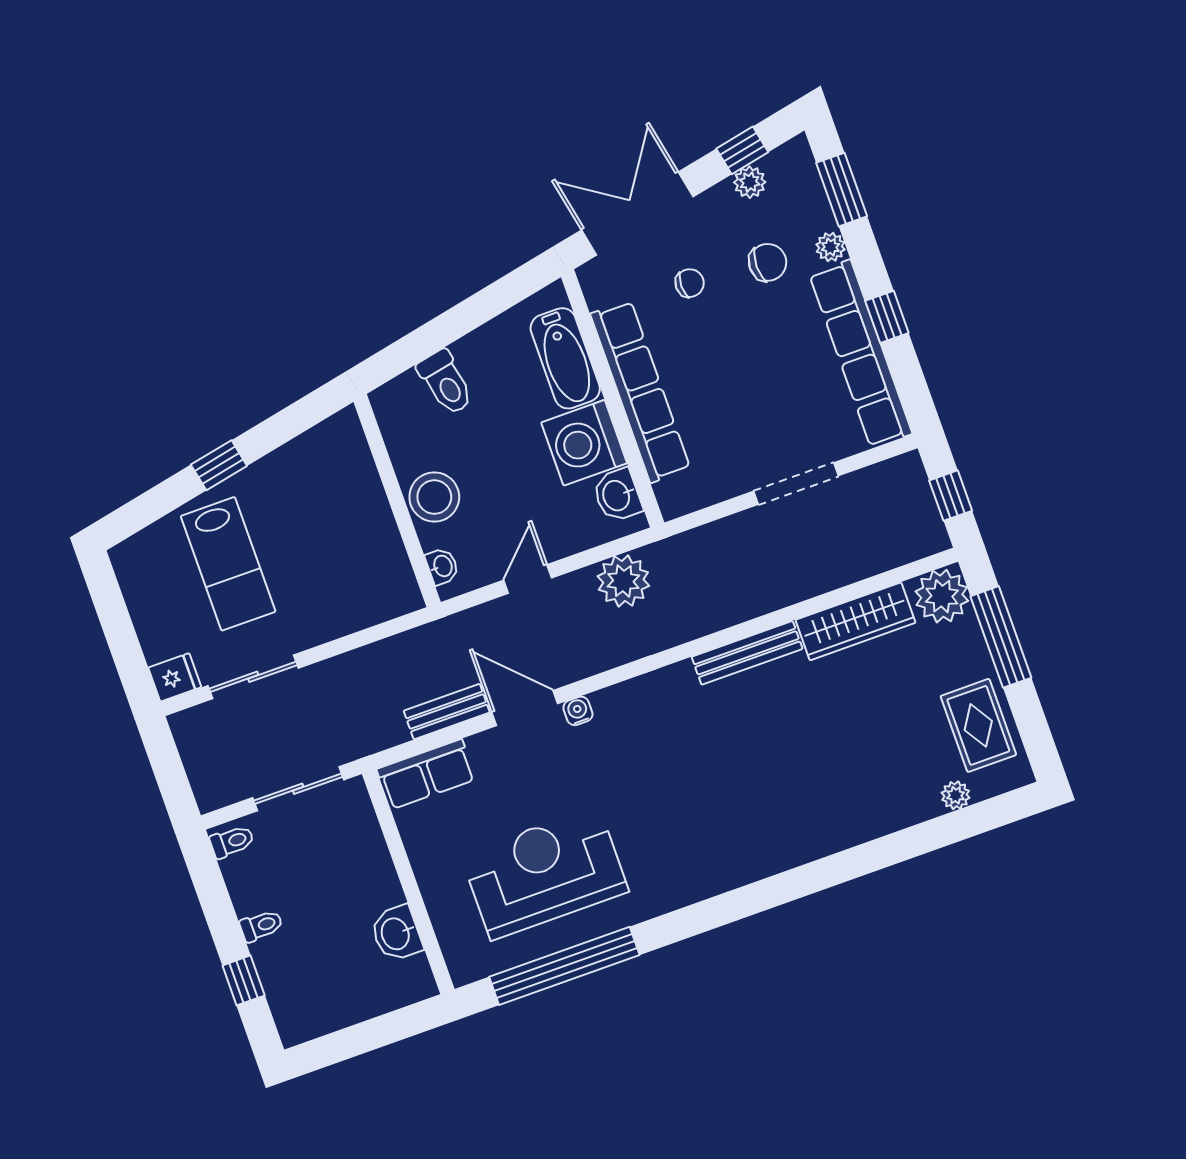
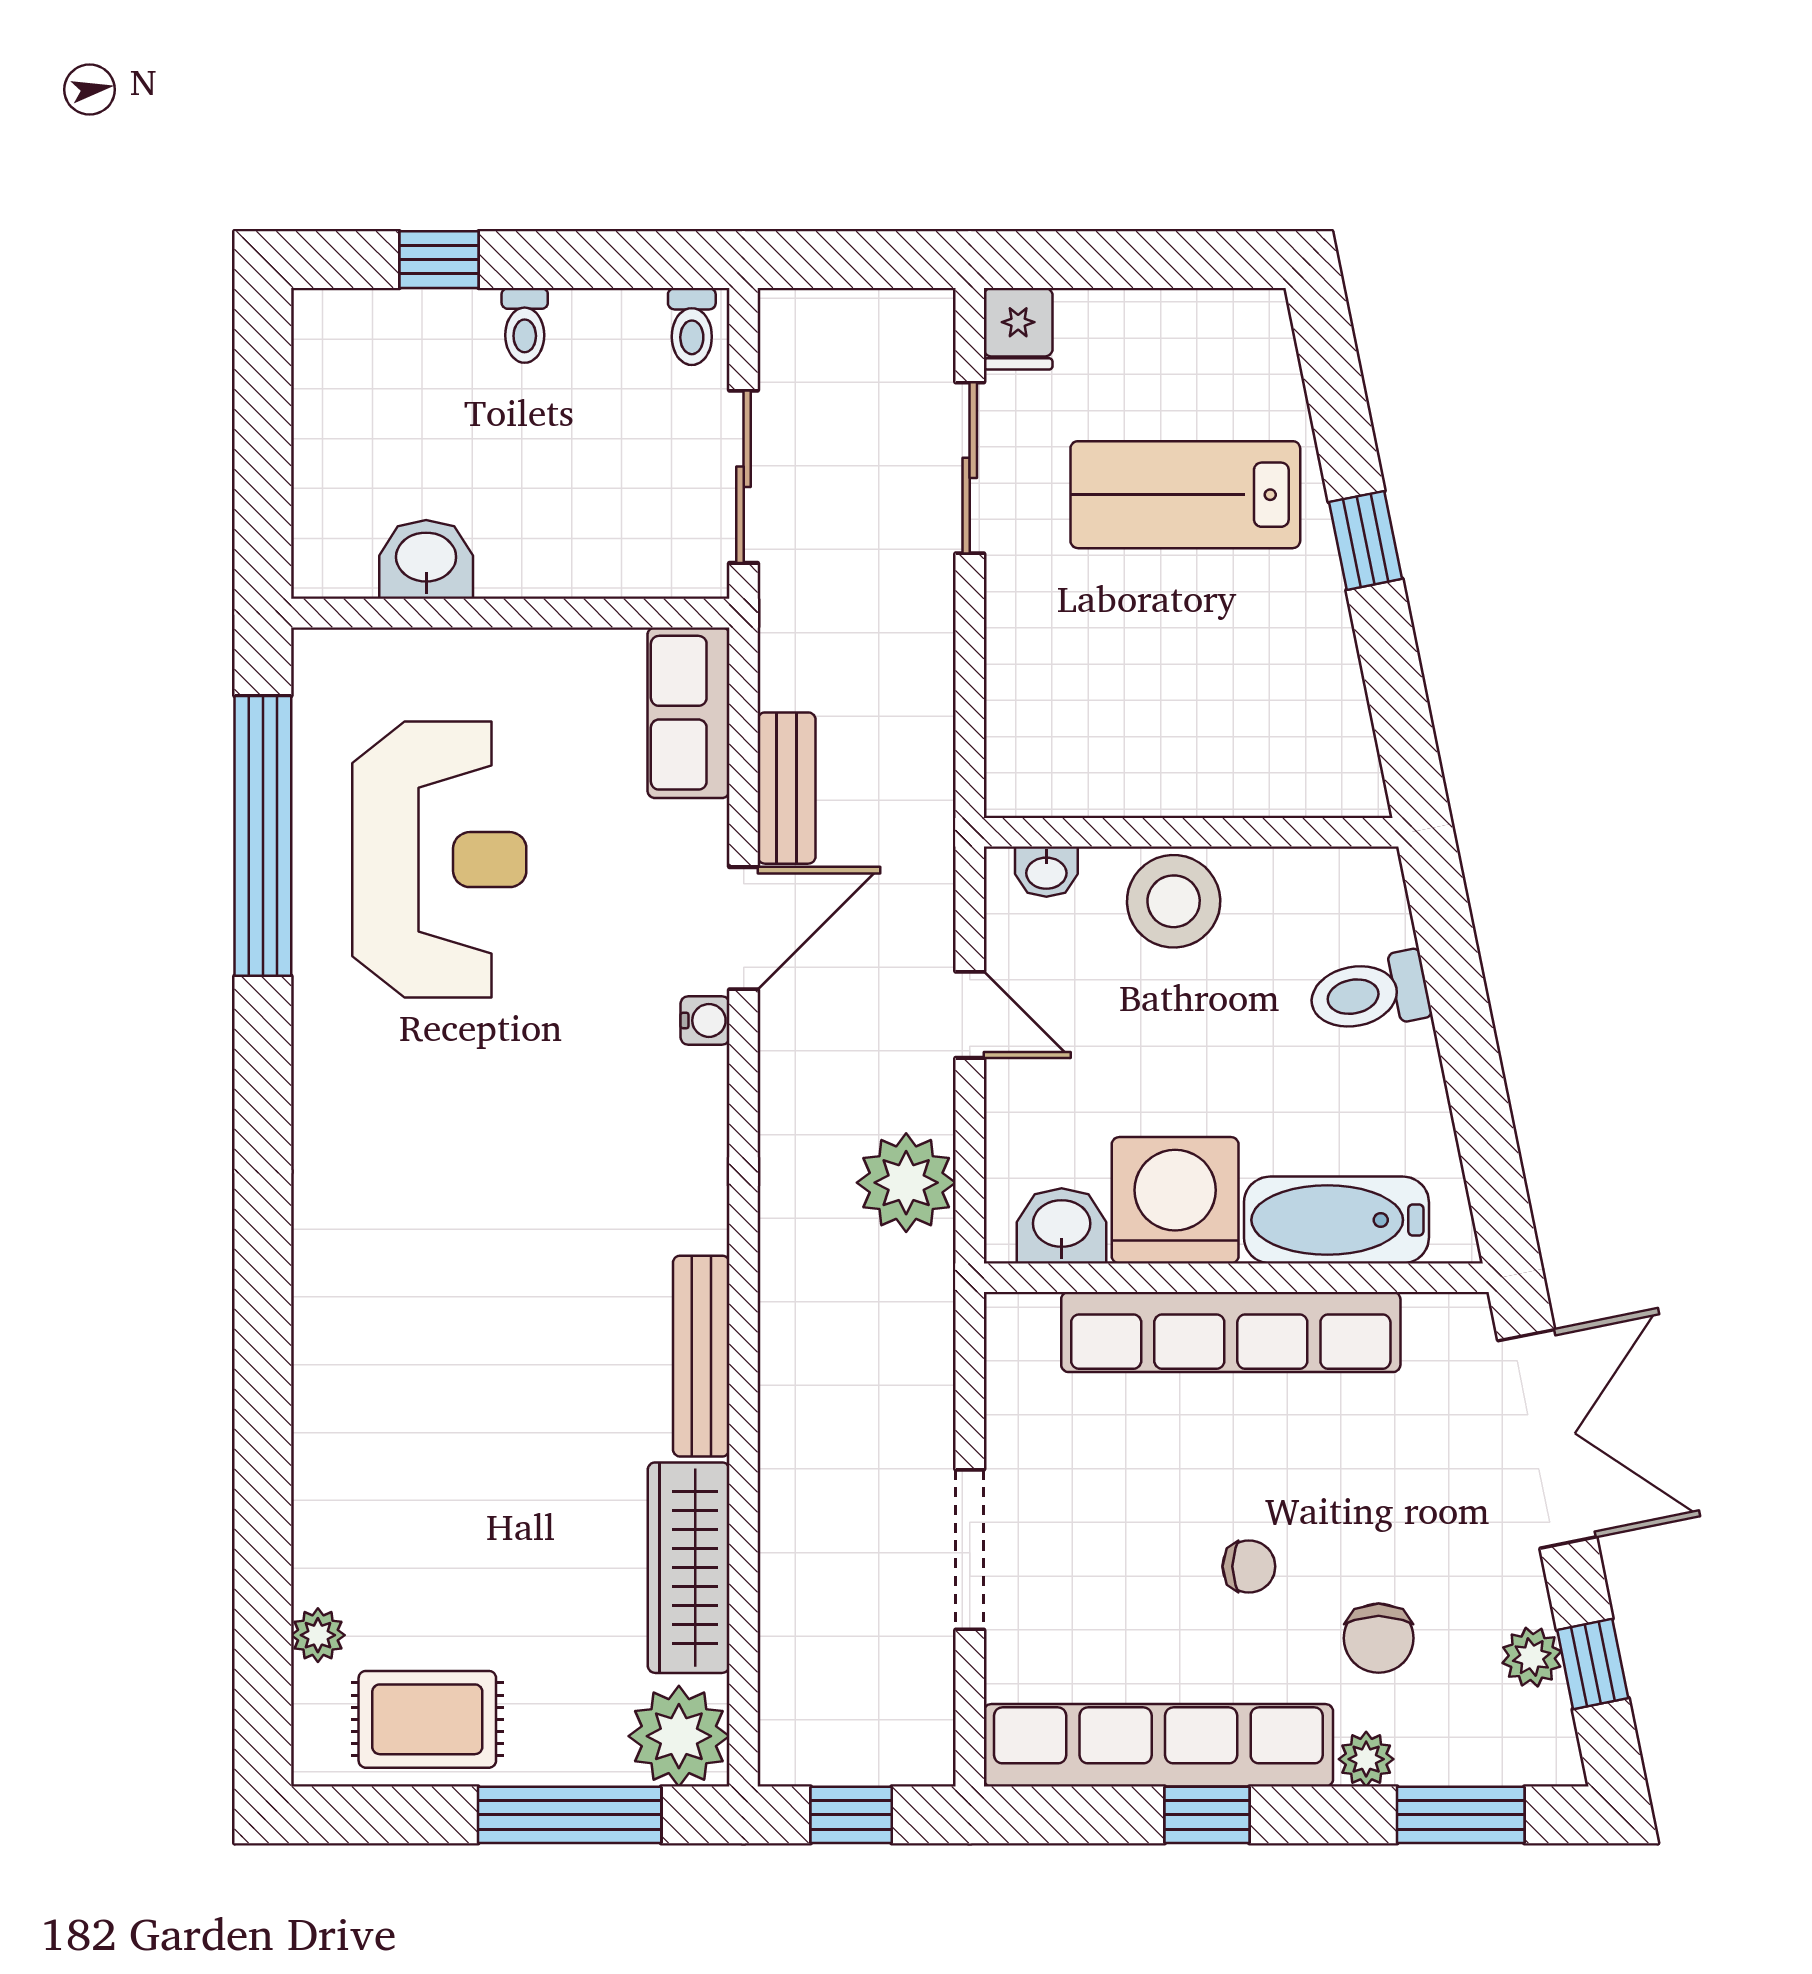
chair: (690, 283) -> (1249, 1566), moved, turned -90

